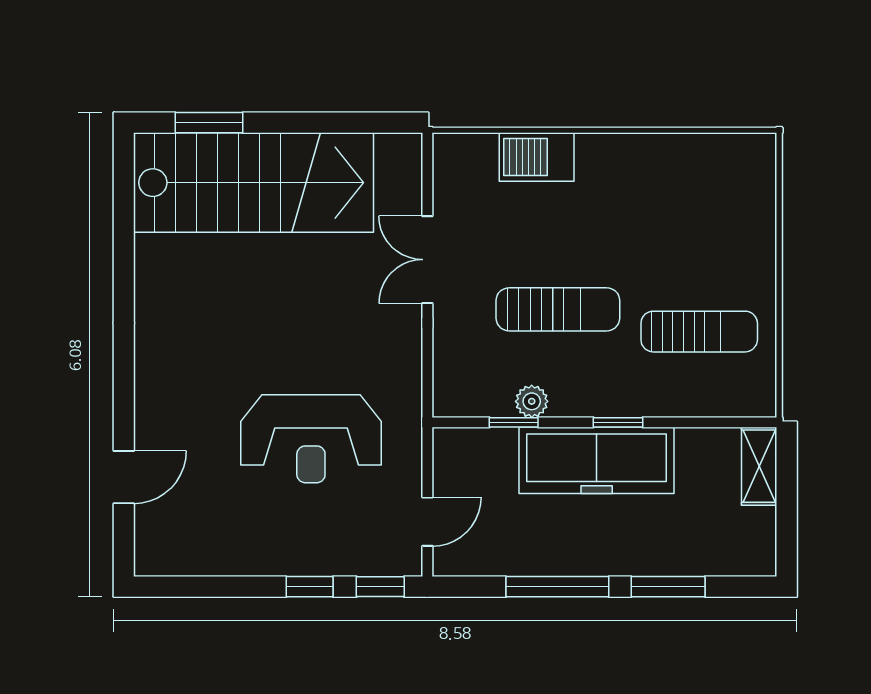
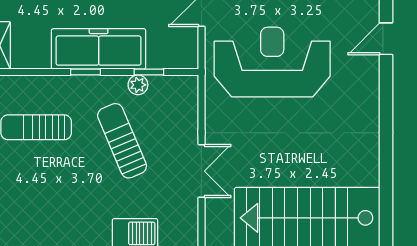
sun lounger: (558, 309) -> (122, 141), turned 67
reception desk: (311, 439) -> (272, 62), width x1.36, depth x1.30

